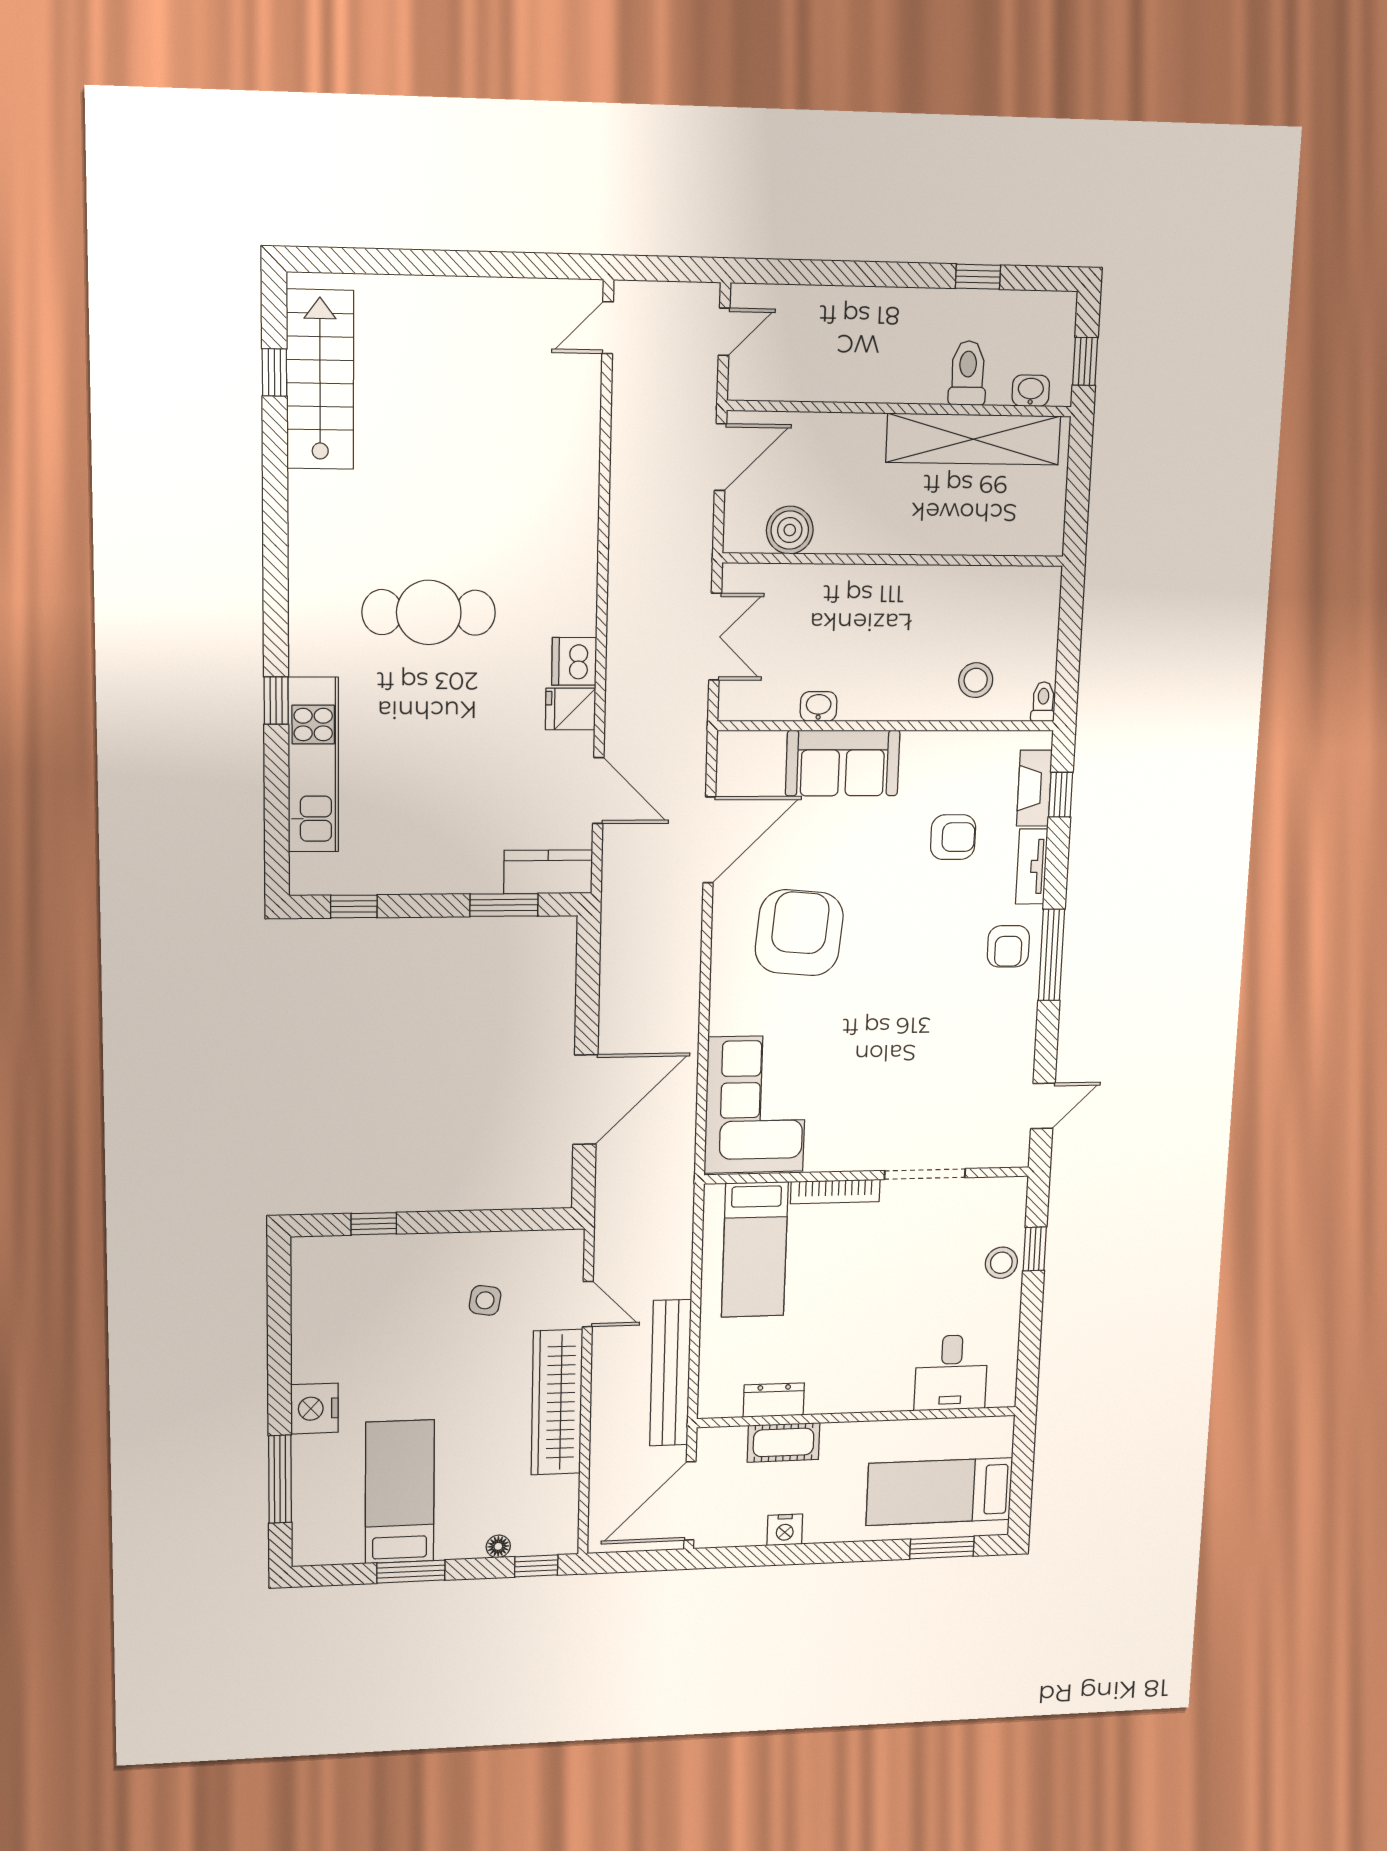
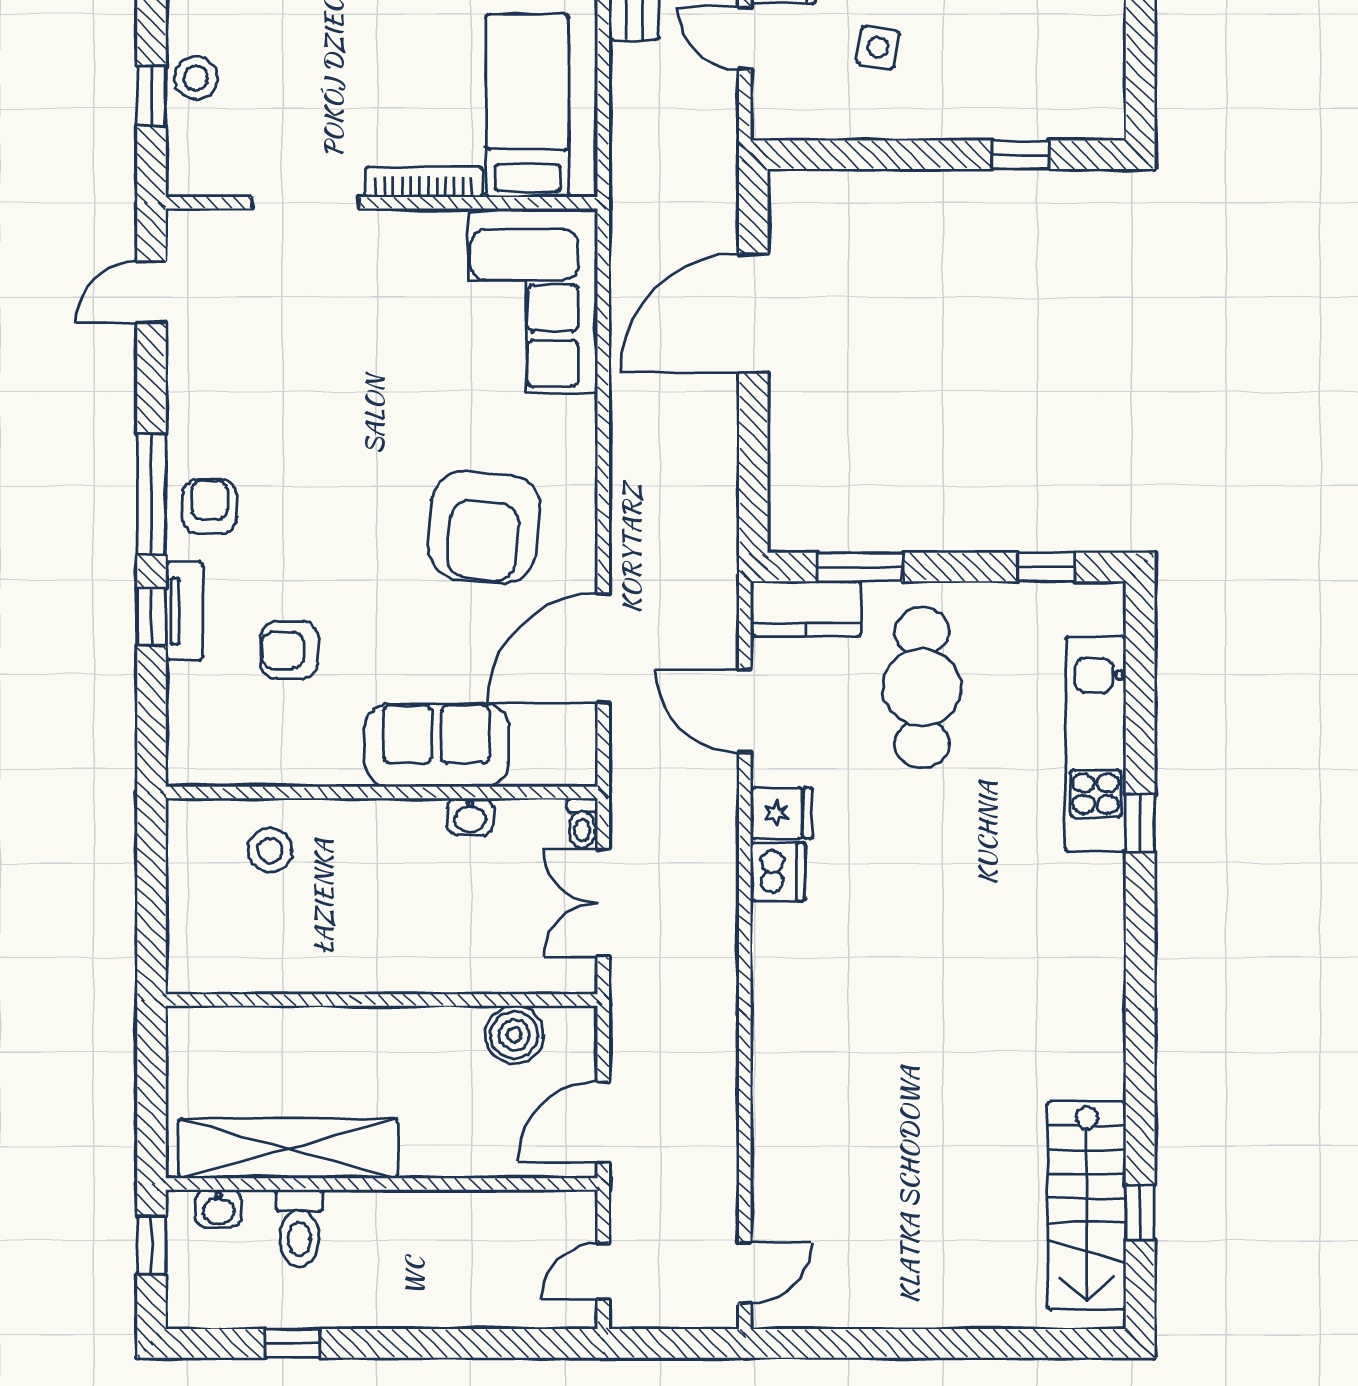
cafe table: (429, 612) -> (922, 687), moved, turned 90
toilet: (1043, 702) -> (582, 823), moved
fireplace: (1034, 788) -> (186, 713), removed
window: (1061, 795) -> (151, 617), moved

